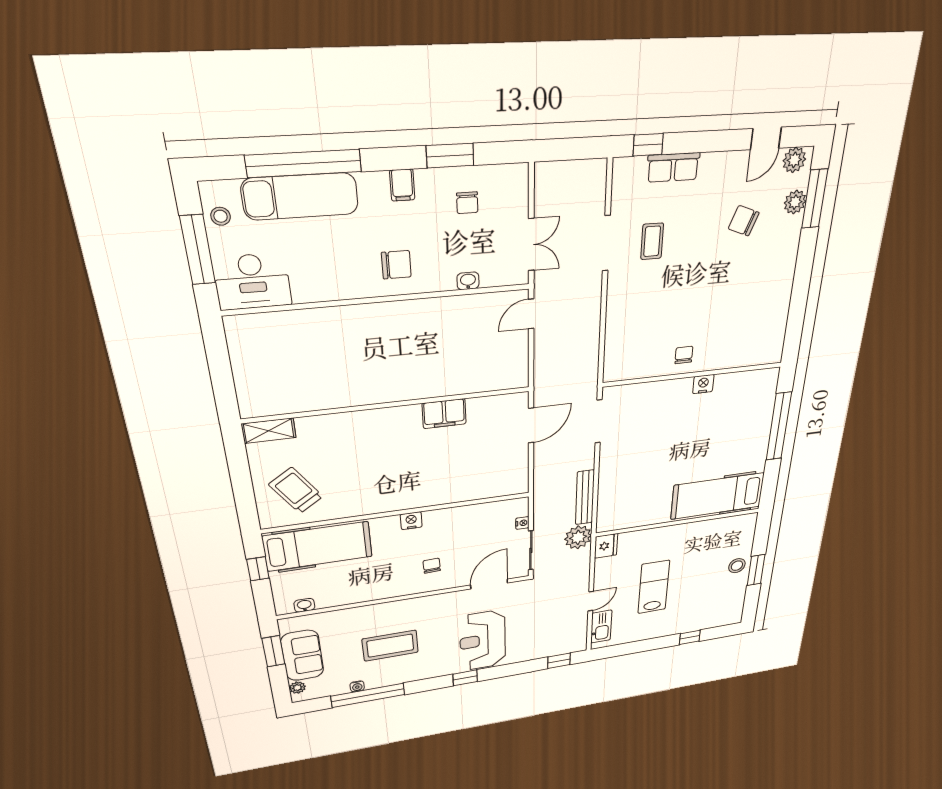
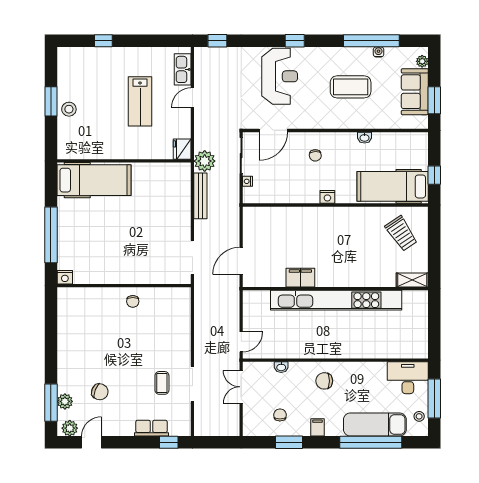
nightstand: (703, 384) -> (65, 277), moved
kitchen unit: (387, 389) -> (336, 300), added
washbasin: (304, 605) -> (365, 138), moved

